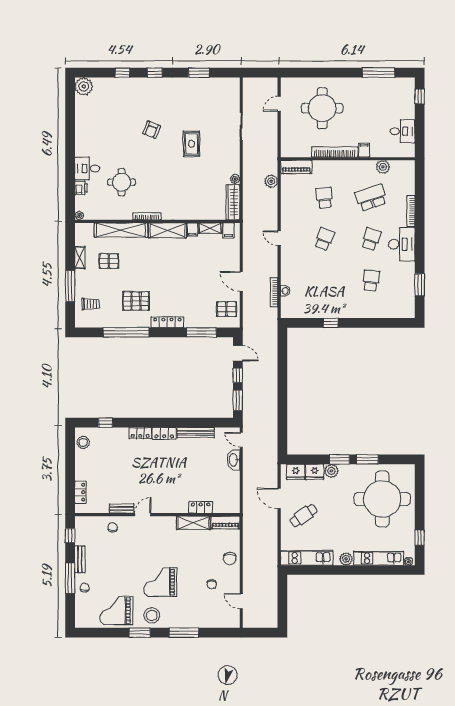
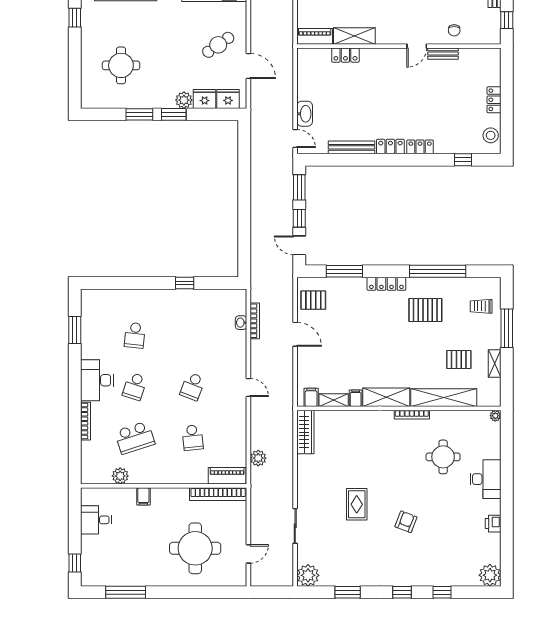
bookcase: (335, 152) -> (218, 494), moved
desk: (87, 169) -> (486, 479), width x1.37
plant: (235, 179) -> (308, 575), moved, width x1.88, depth x1.88
printer: (81, 188) -> (493, 524), moved
locker: (80, 492) -> (494, 100), moved
round table: (382, 499) -> (121, 65), width x0.54, depth x0.54

